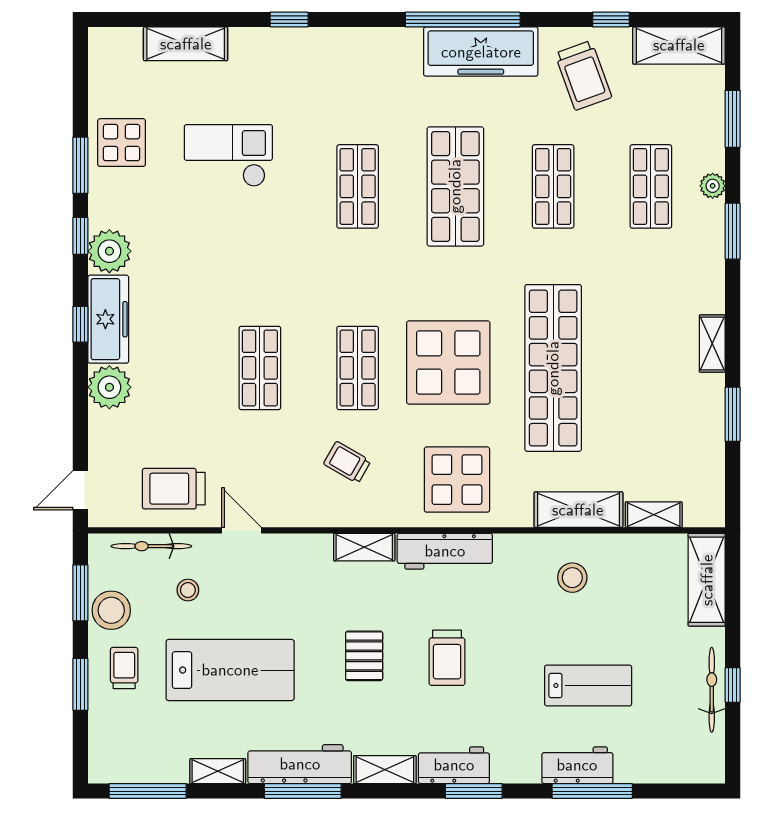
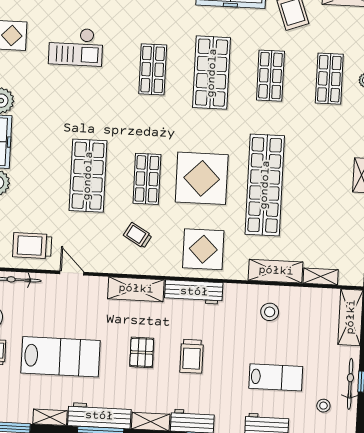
checkout: (228, 155) -> (76, 47), turned 180
shop shelf: (260, 368) -> (88, 176), width x1.43, depth x1.36
shelving: (364, 547) -> (136, 289), width x1.50, depth x1.33
stool: (188, 590) -> (323, 406), moved

